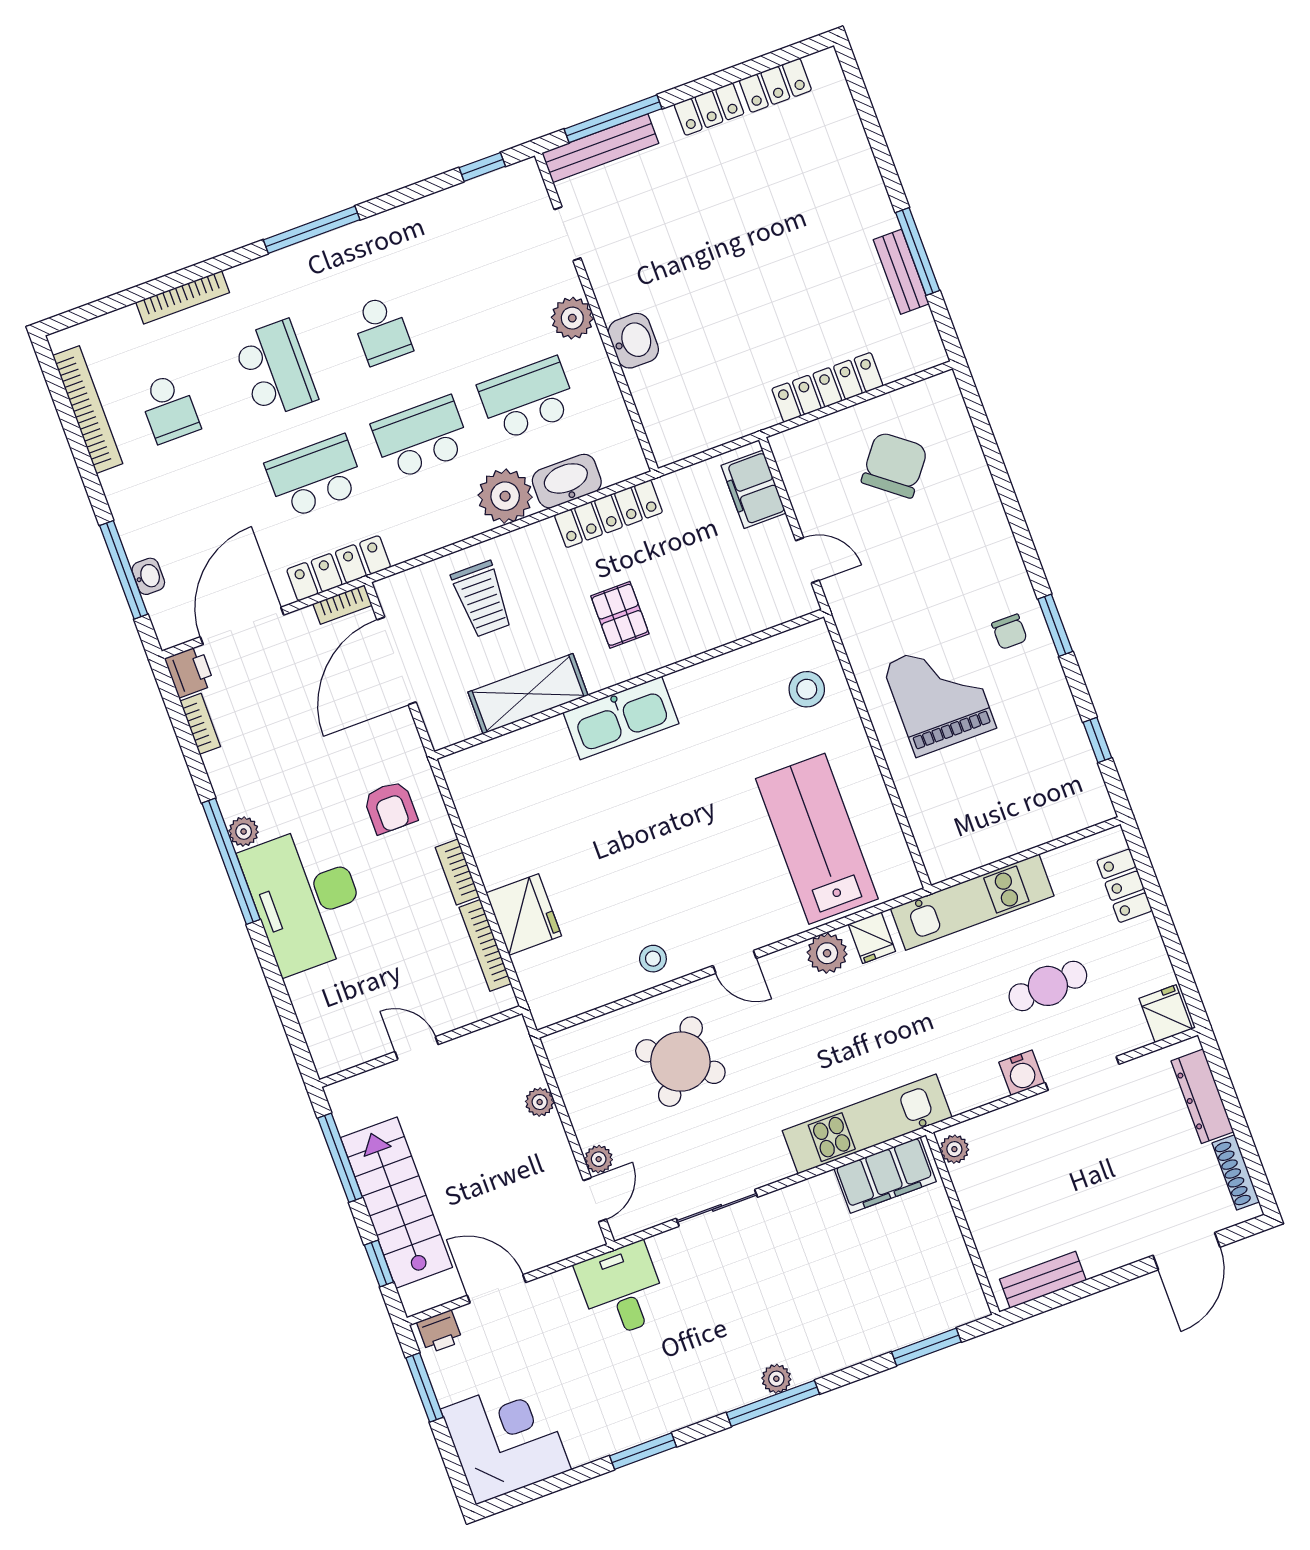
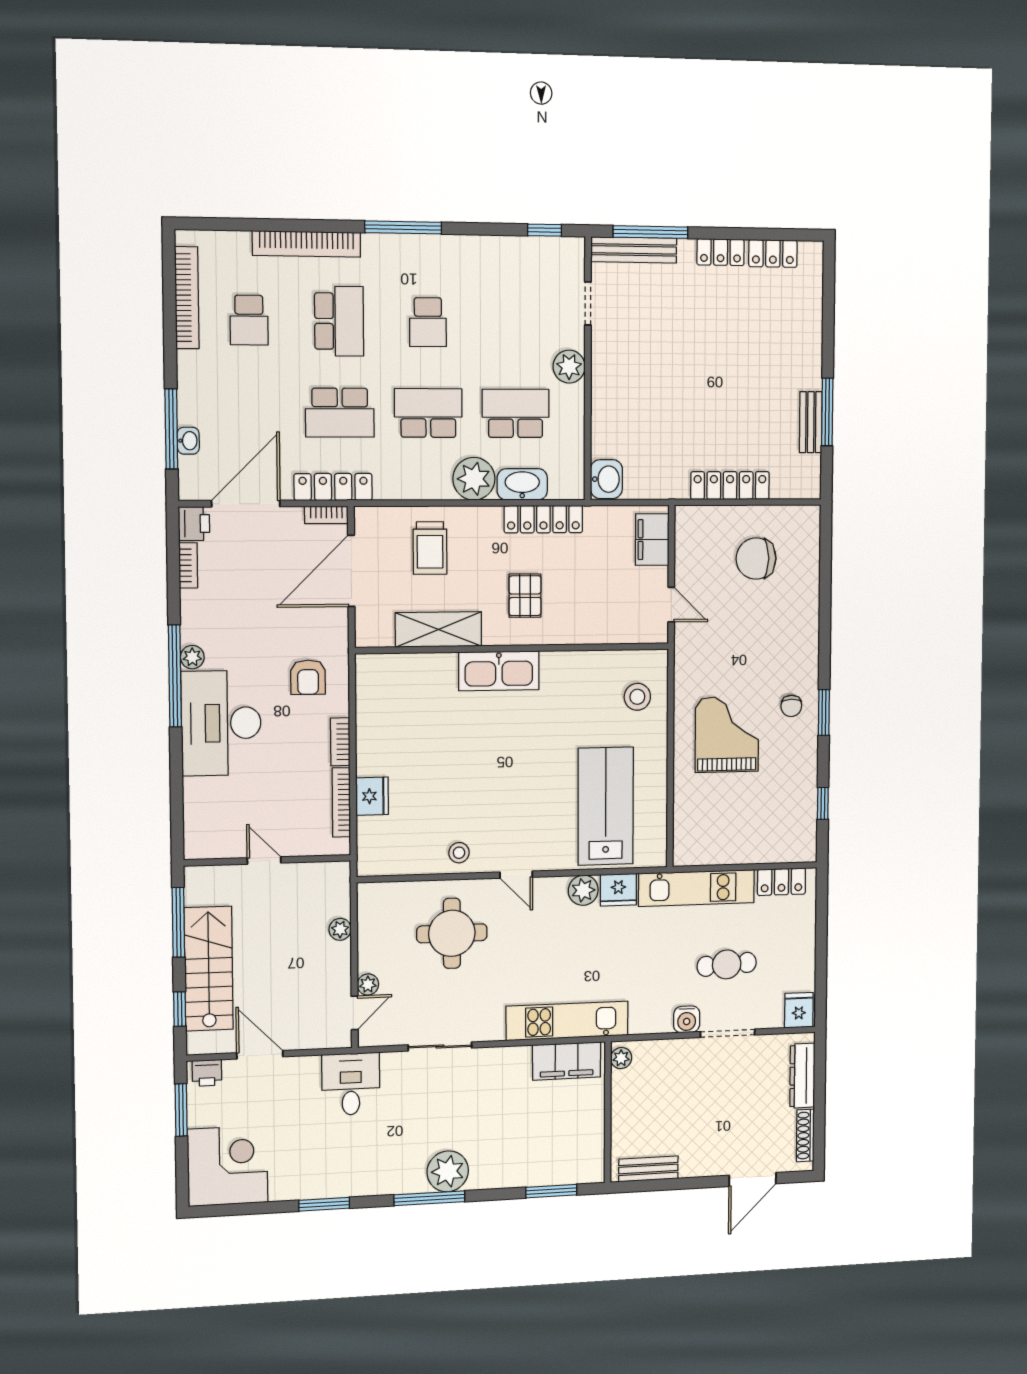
bookcase: (183, 297) -> (307, 244), width x1.48, depth x1.31
washbasin: (633, 341) -> (606, 479), moved
chair: (894, 465) -> (756, 559), turned -128
school desk: (315, 477) -> (340, 413), turned 180
locker: (1124, 886) -> (782, 882), moved, turned -90
fridge: (524, 914) -> (372, 796), width x0.73, depth x0.75
fridge: (872, 938) -> (618, 890), width x1.38
round table: (680, 1062) -> (452, 933), turned -38
plant: (776, 1379) -> (448, 1171), width x1.88, depth x1.88

